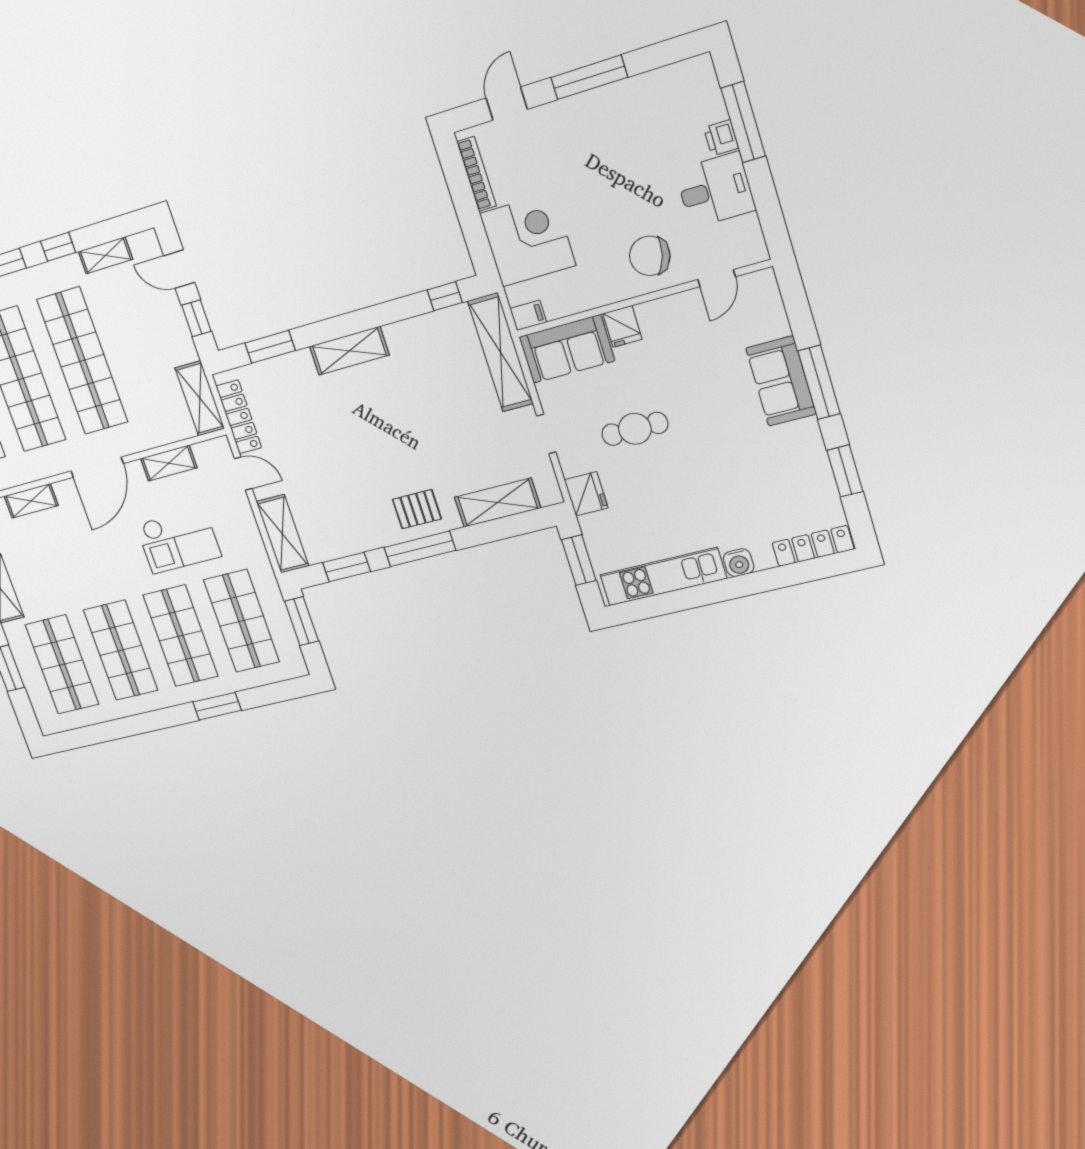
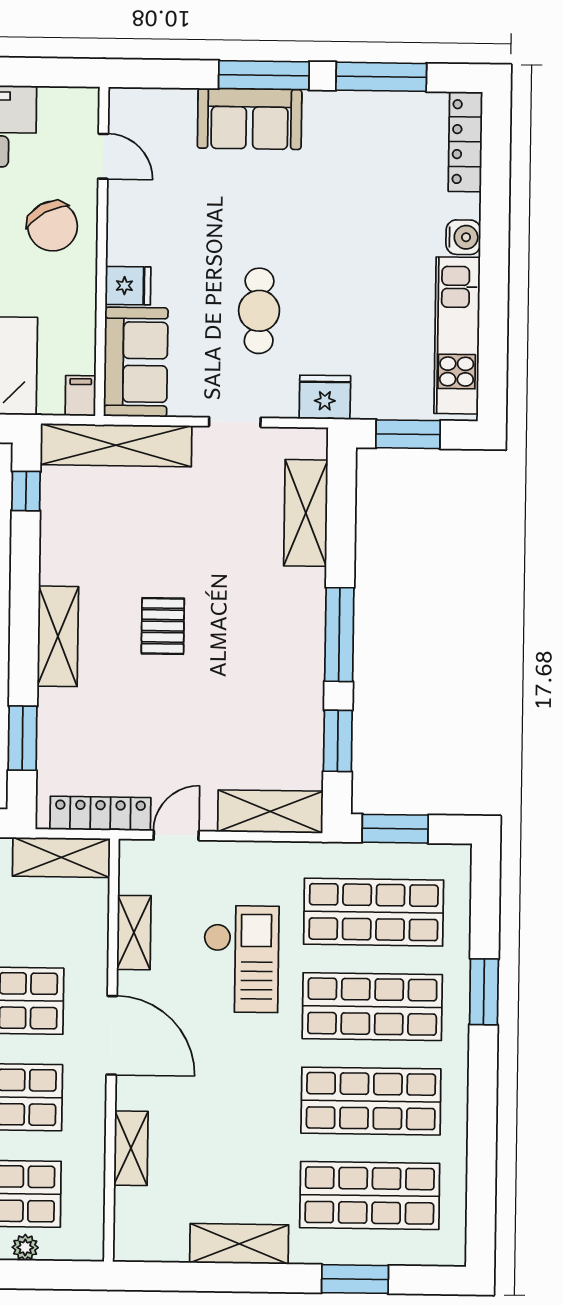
chair: (650, 256) -> (53, 226), turned -44
window: (845, 471) -> (381, 77), width x1.44
pallet: (417, 509) -> (163, 626), moved

